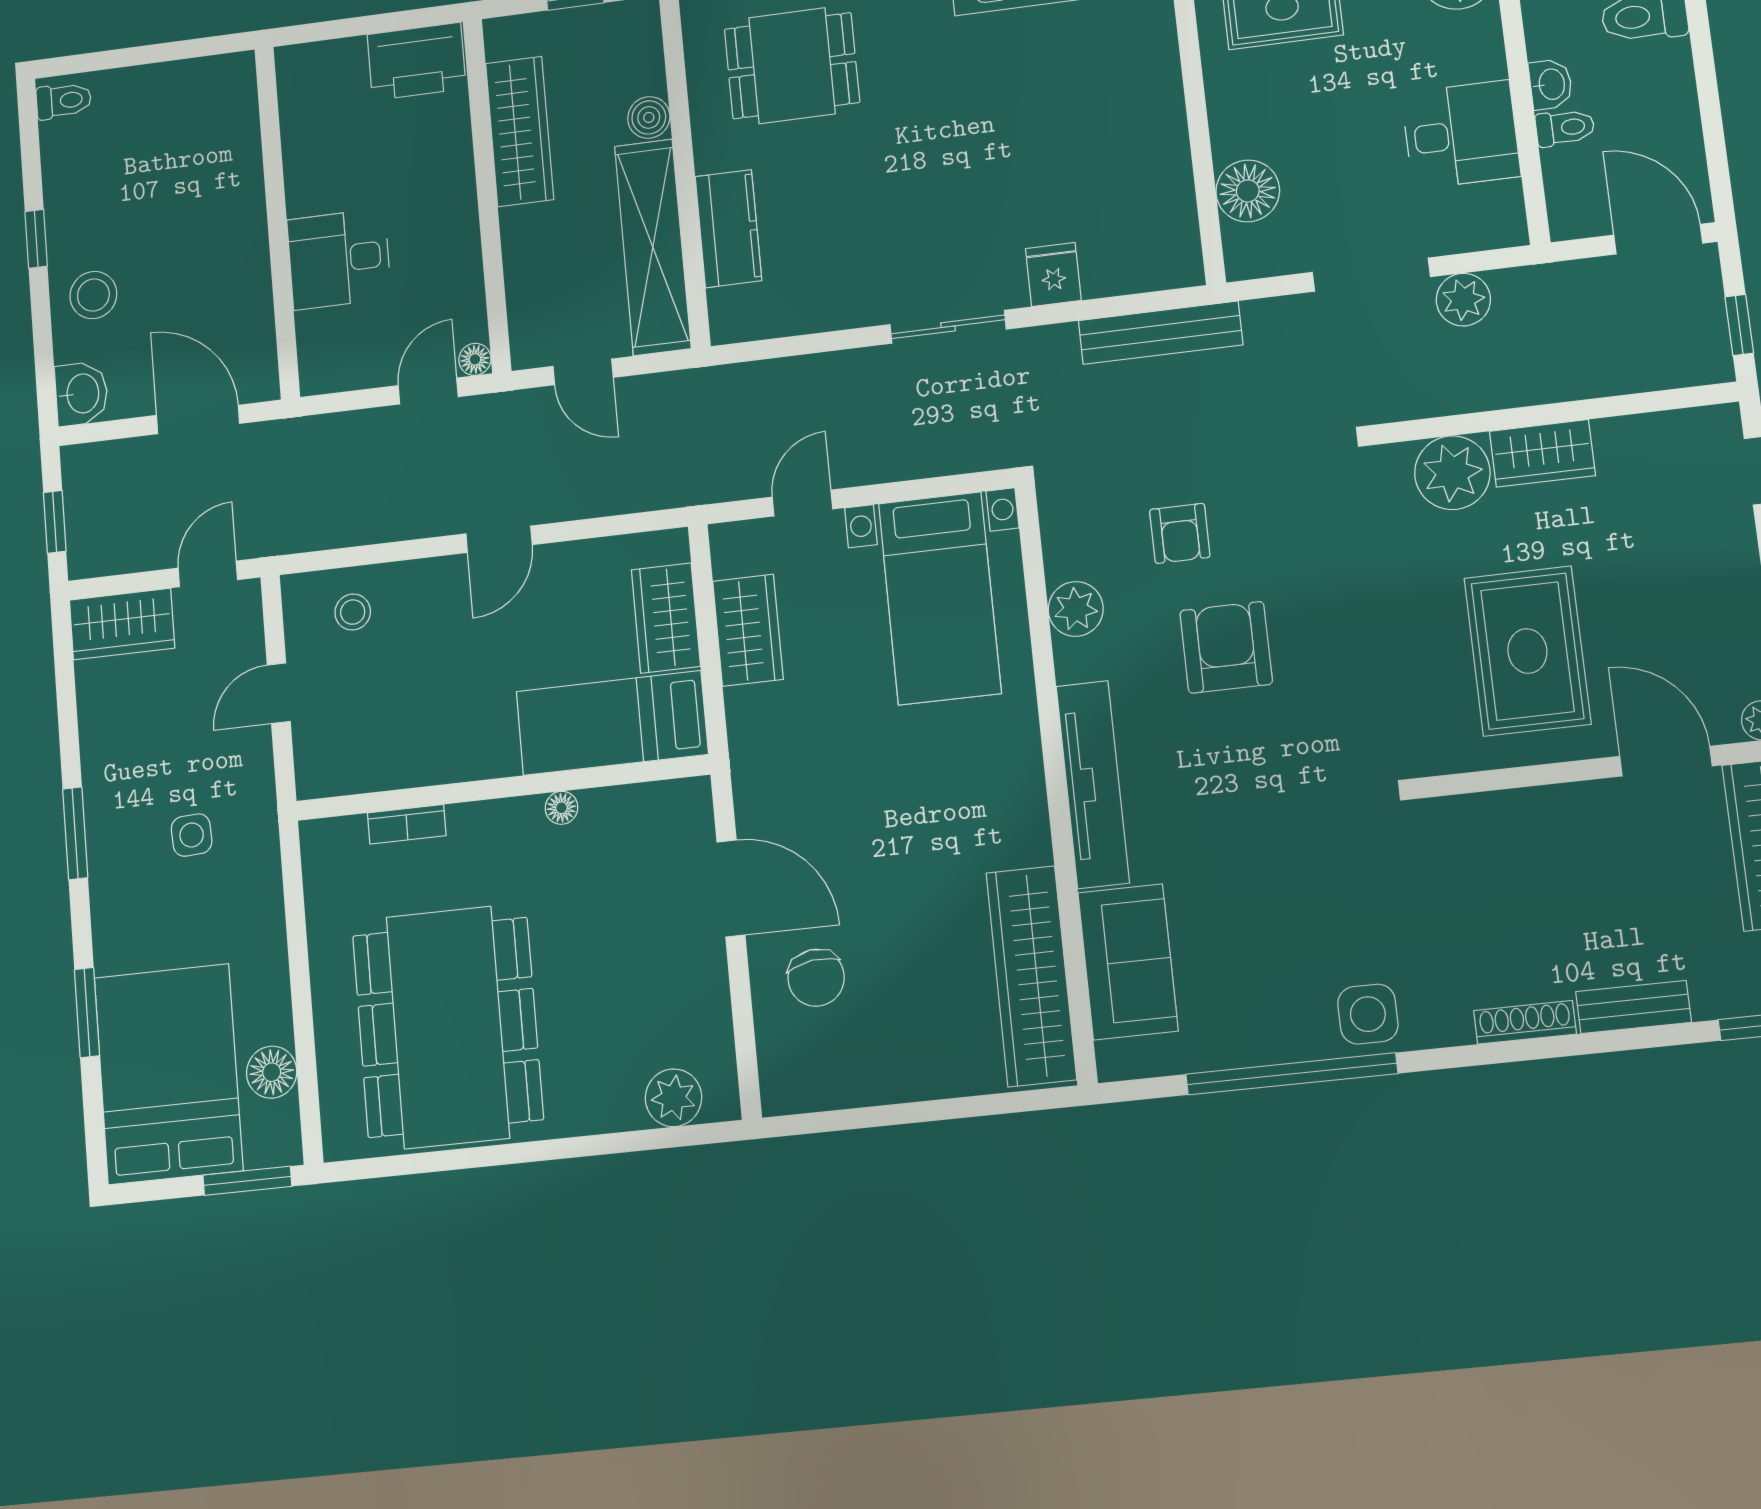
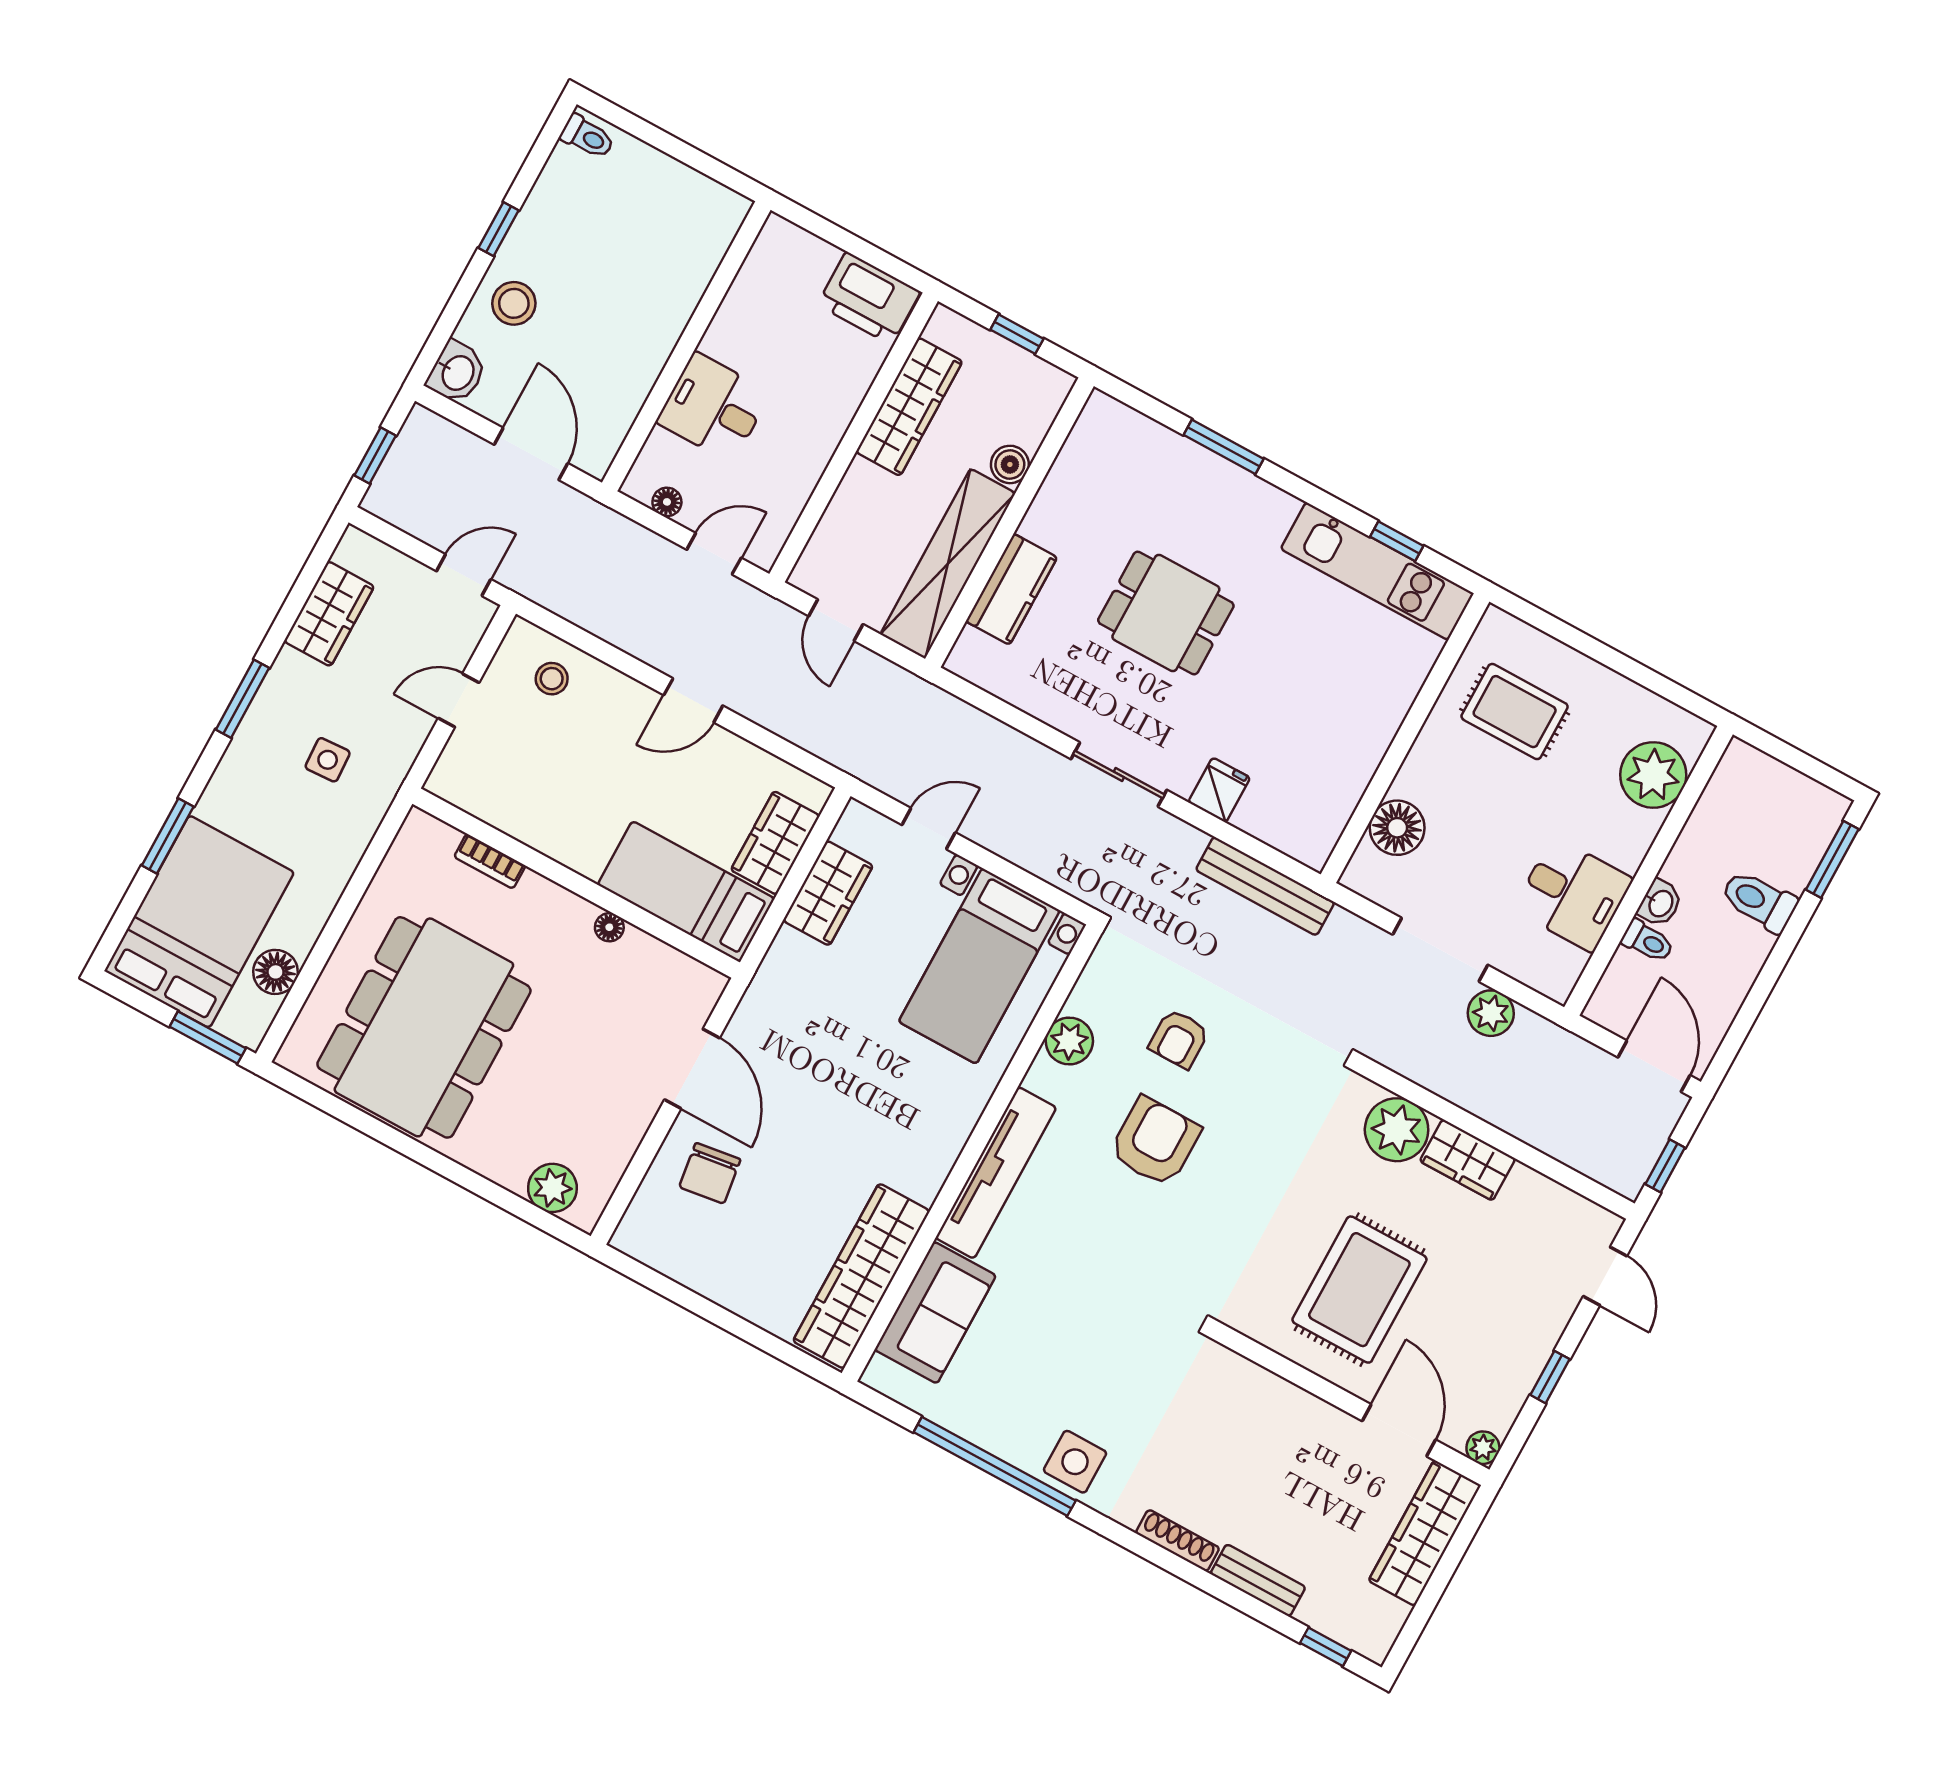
dining table: (792, 66) -> (1166, 613), moved
floor lamp: (475, 359) -> (667, 502), moved
wardrobe: (122, 624) -> (329, 614), moved, turned -90

